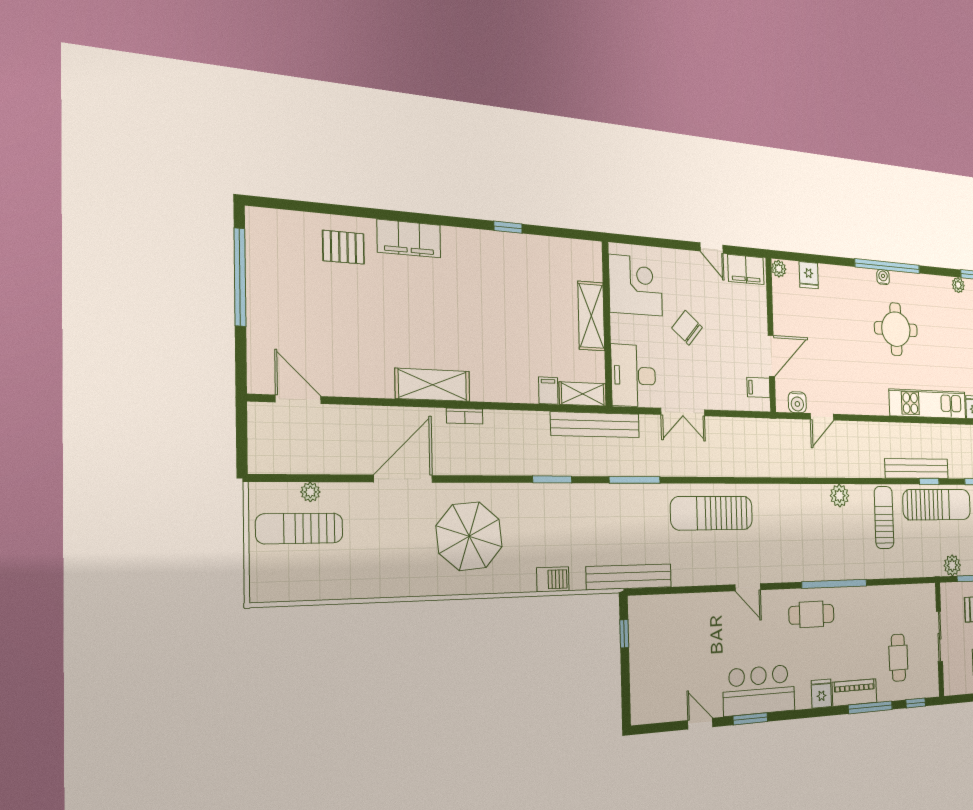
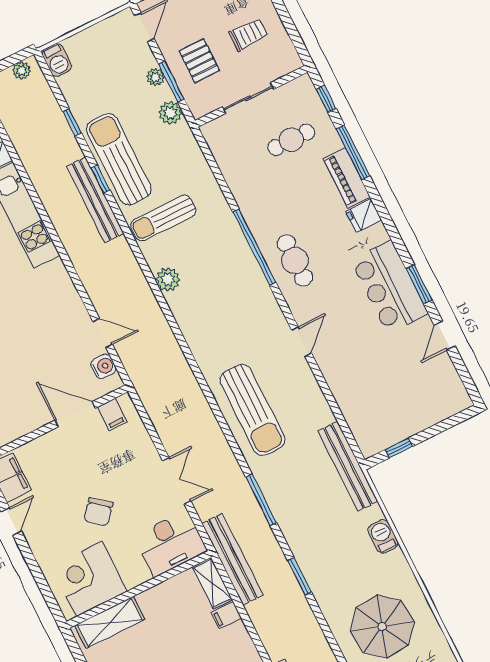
shelving: (591, 316) -> (110, 622), moved

